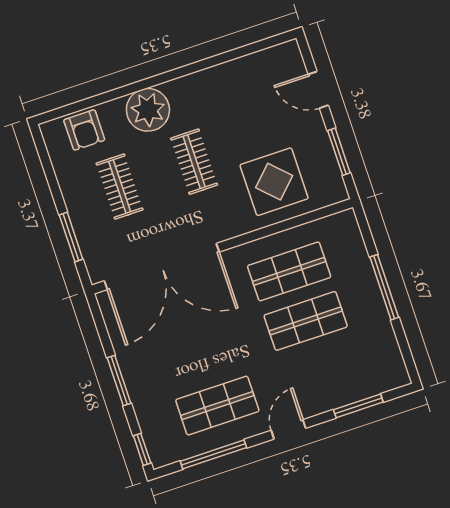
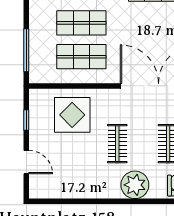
window: (339, 152) -> (26, 120), width x0.67
window: (384, 287) -> (26, 50), moved

